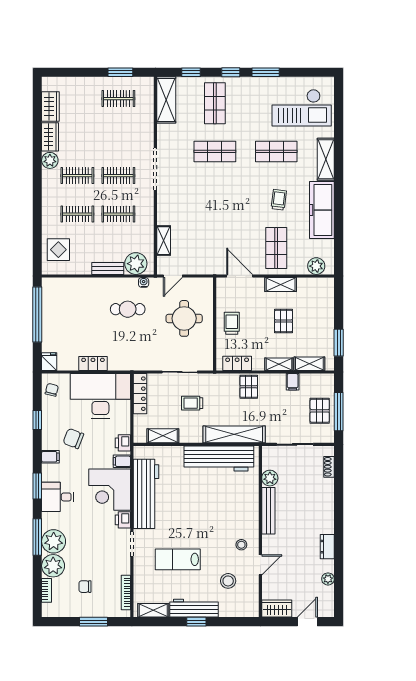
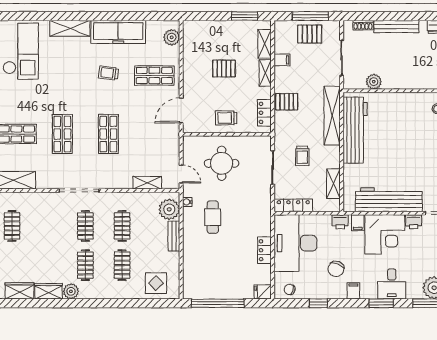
shop shelf: (276, 151) -> (108, 134), moved
shelving: (281, 285) -> (189, 71), removed
bench: (268, 511) -> (396, 27), moved

